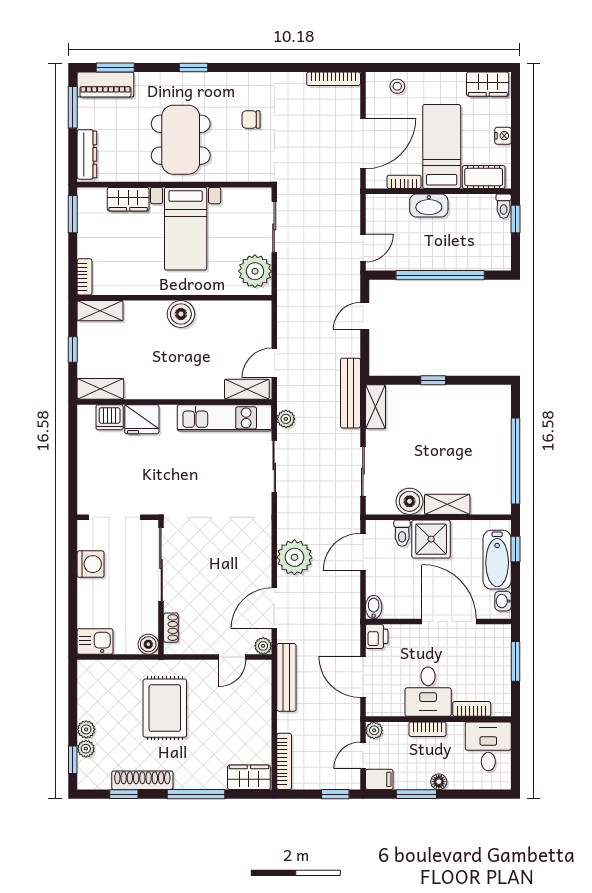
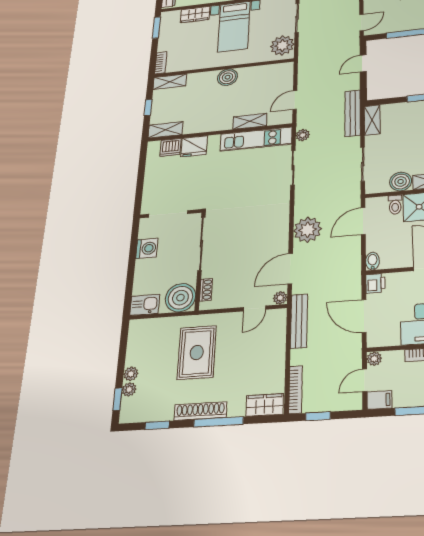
shelving: (247, 389) -> (250, 121), moved
boiler: (148, 644) -> (180, 298), width x1.86, depth x1.86
shoe rack: (142, 780) -> (200, 411), moved
window: (335, 794) -> (318, 416), moved

